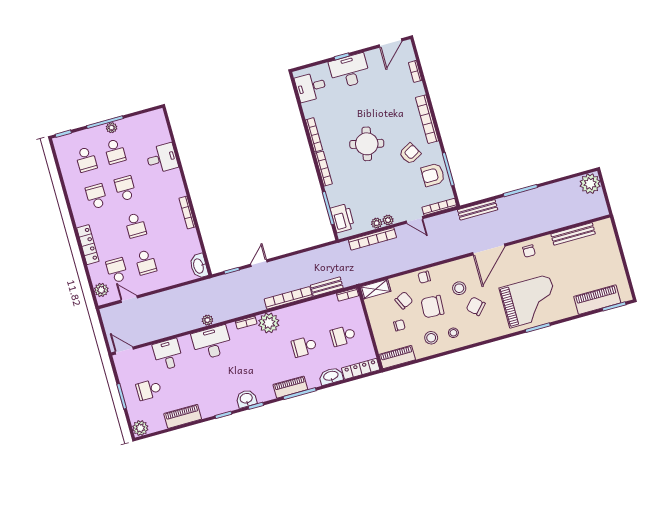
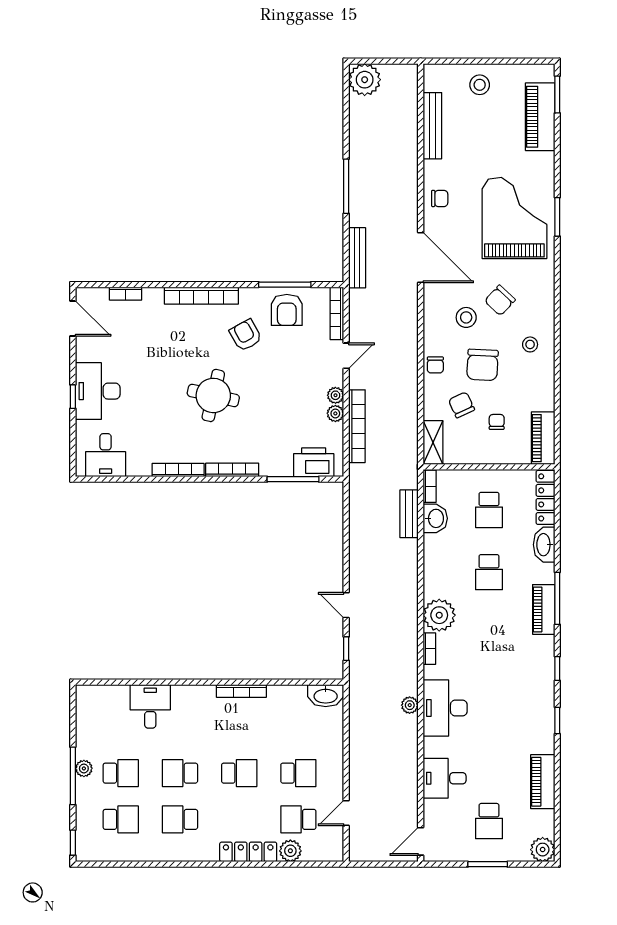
plant: (101, 290) -> (290, 851), moved
bookcase: (288, 298) -> (410, 576), removed
stool: (431, 338) -> (480, 85), moved
washbasin: (246, 399) -> (435, 518), moved, turned 180

